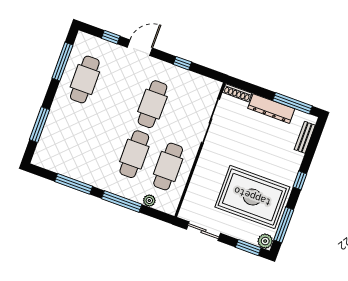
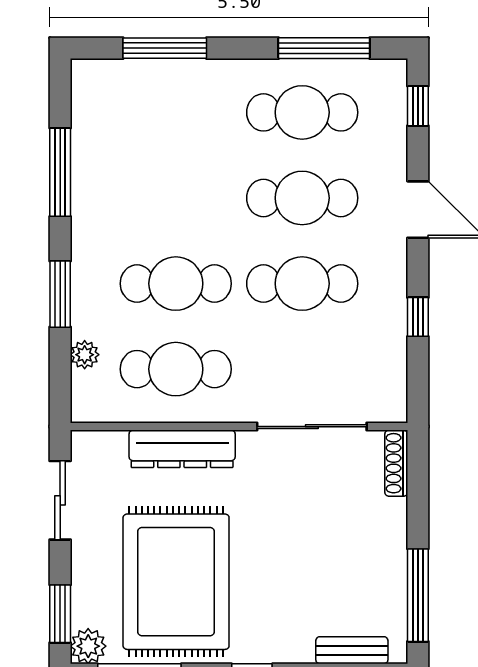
window: (111, 37) -> (418, 106), moved
cafe table: (119, 92) -> (302, 198), added
dresser: (271, 109) -> (182, 449), moved, turned -90
window: (122, 201) -> (60, 294), width x0.69

